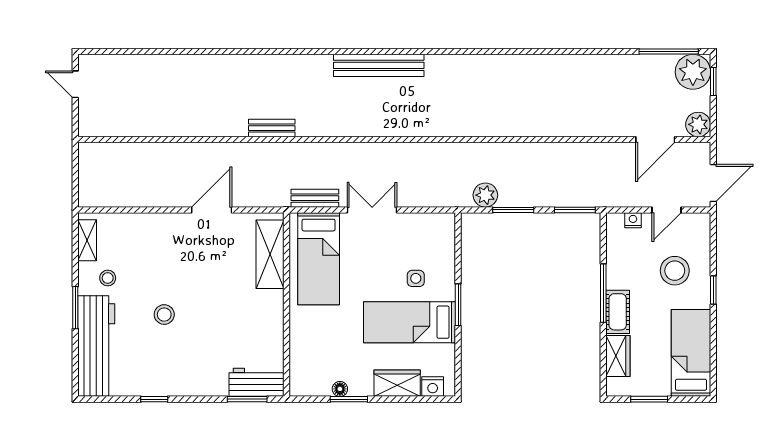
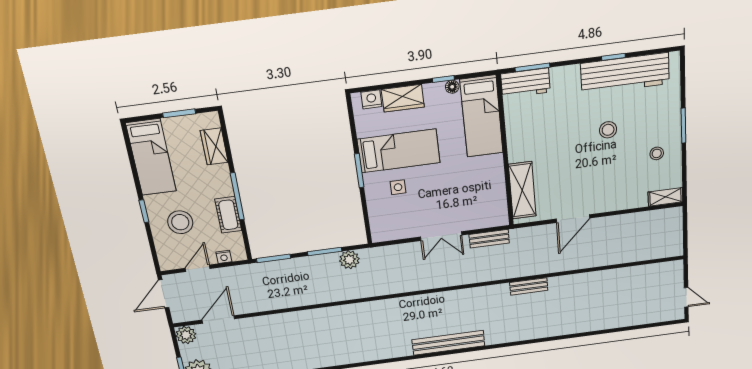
shelving: (87, 240) -> (665, 197), moved, turned 90
bed: (319, 259) -> (482, 116), moved, turned 180
cot: (618, 312) -> (228, 215), moved
workbench: (96, 346) -> (625, 74), moved, turned -90
window: (349, 399) -> (443, 79), width x0.67

